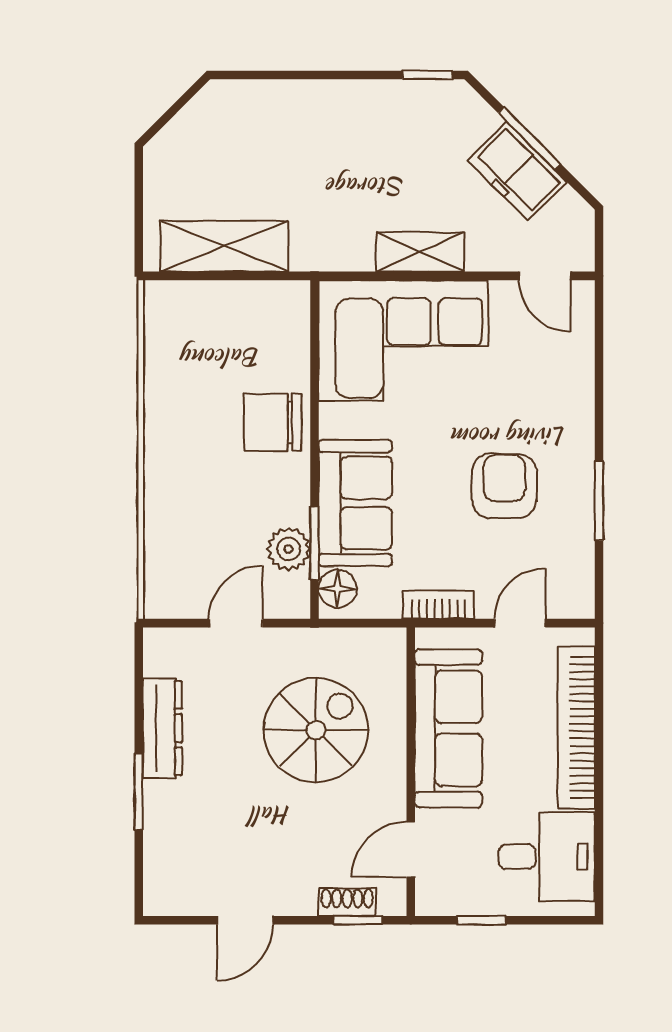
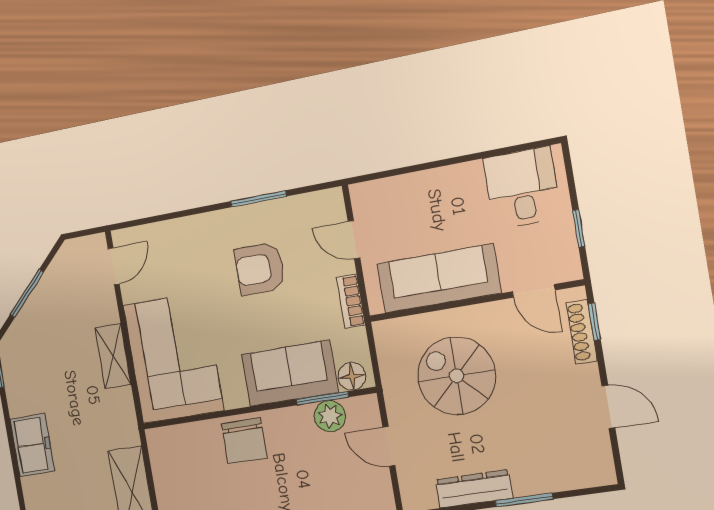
freezer: (517, 171) -> (32, 445), moved, turned -45
bookcase: (576, 728) -> (422, 184), removed
shoe rack: (347, 902) -> (582, 332), width x1.43

